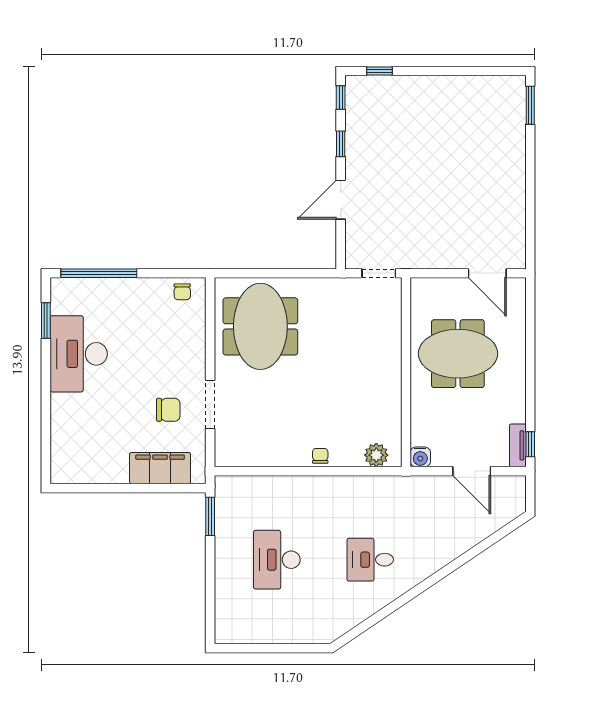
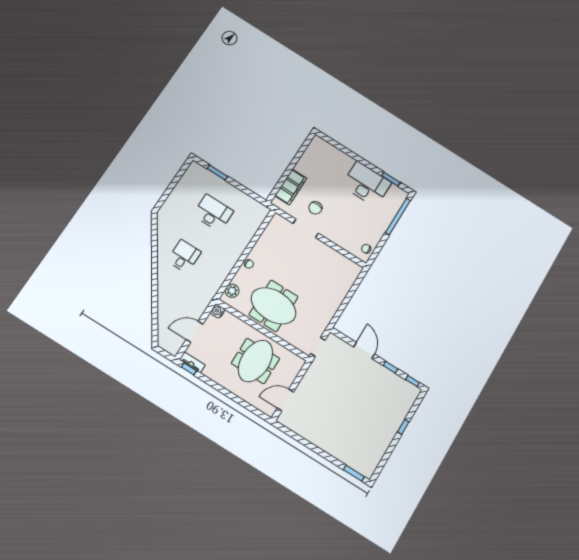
window: (380, 71) -> (403, 427), moved
meeting table: (260, 326) -> (274, 306), moved
window: (210, 516) -> (217, 172), moved

